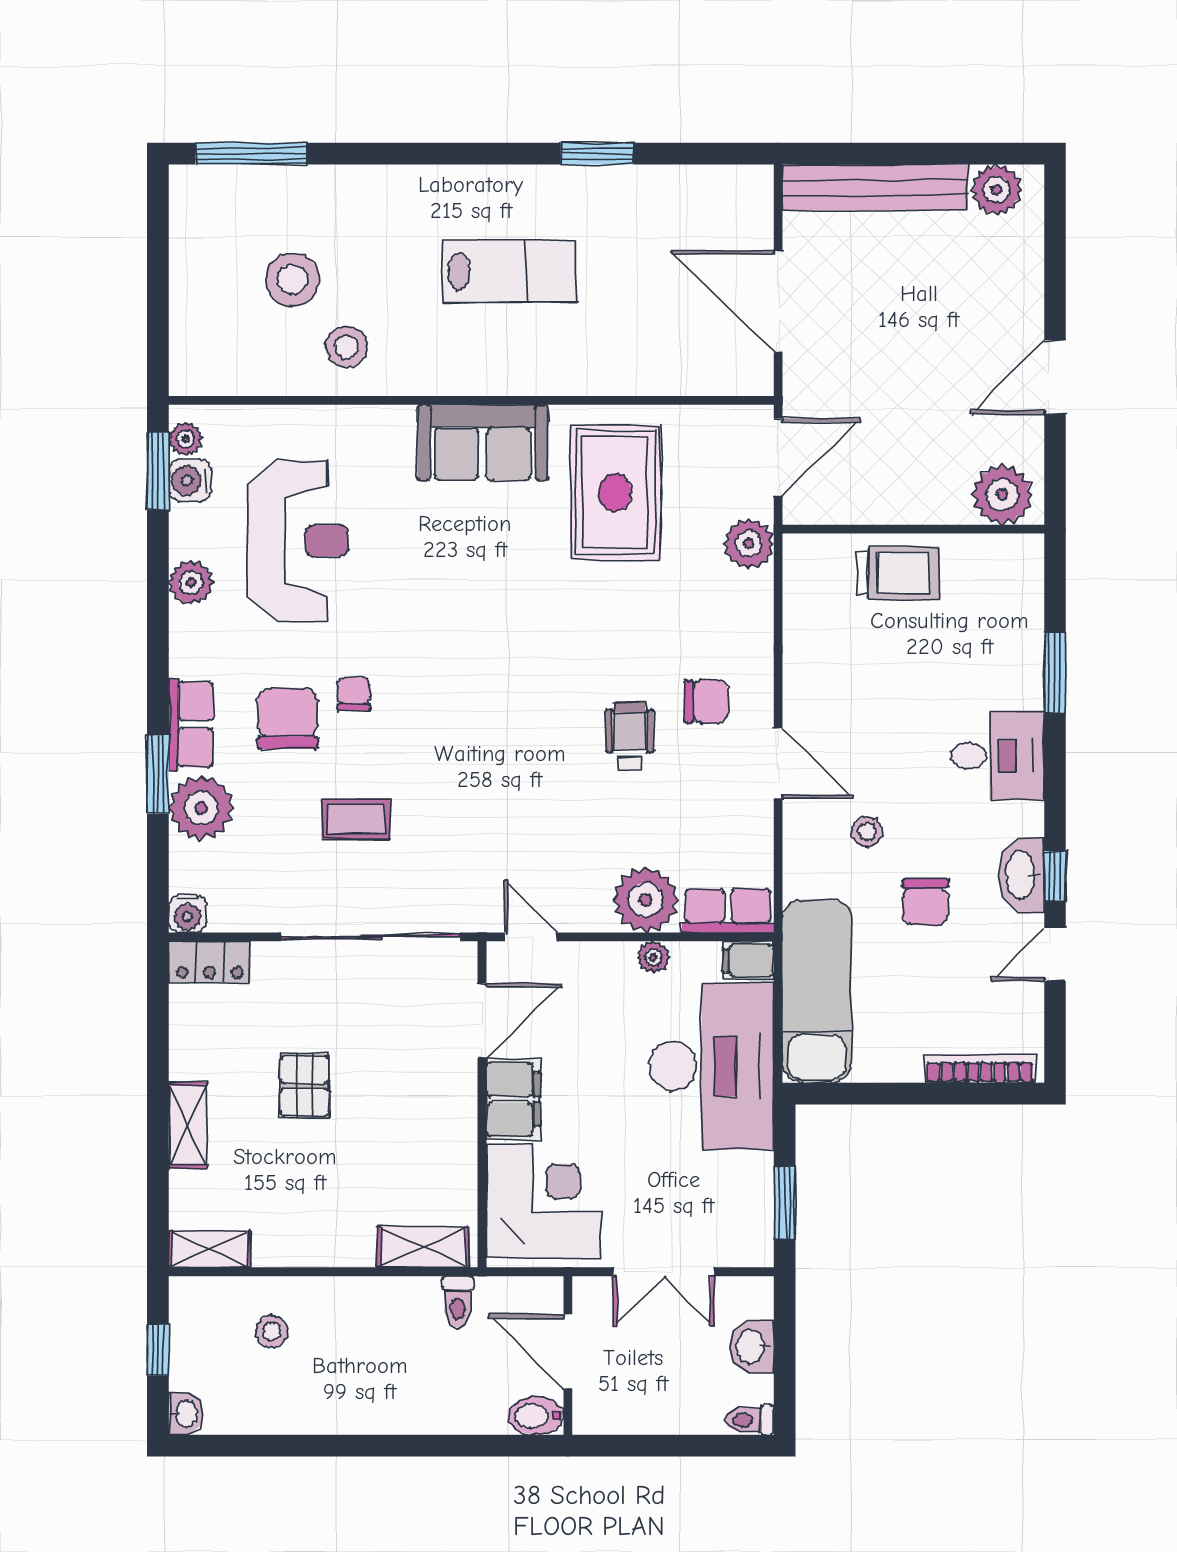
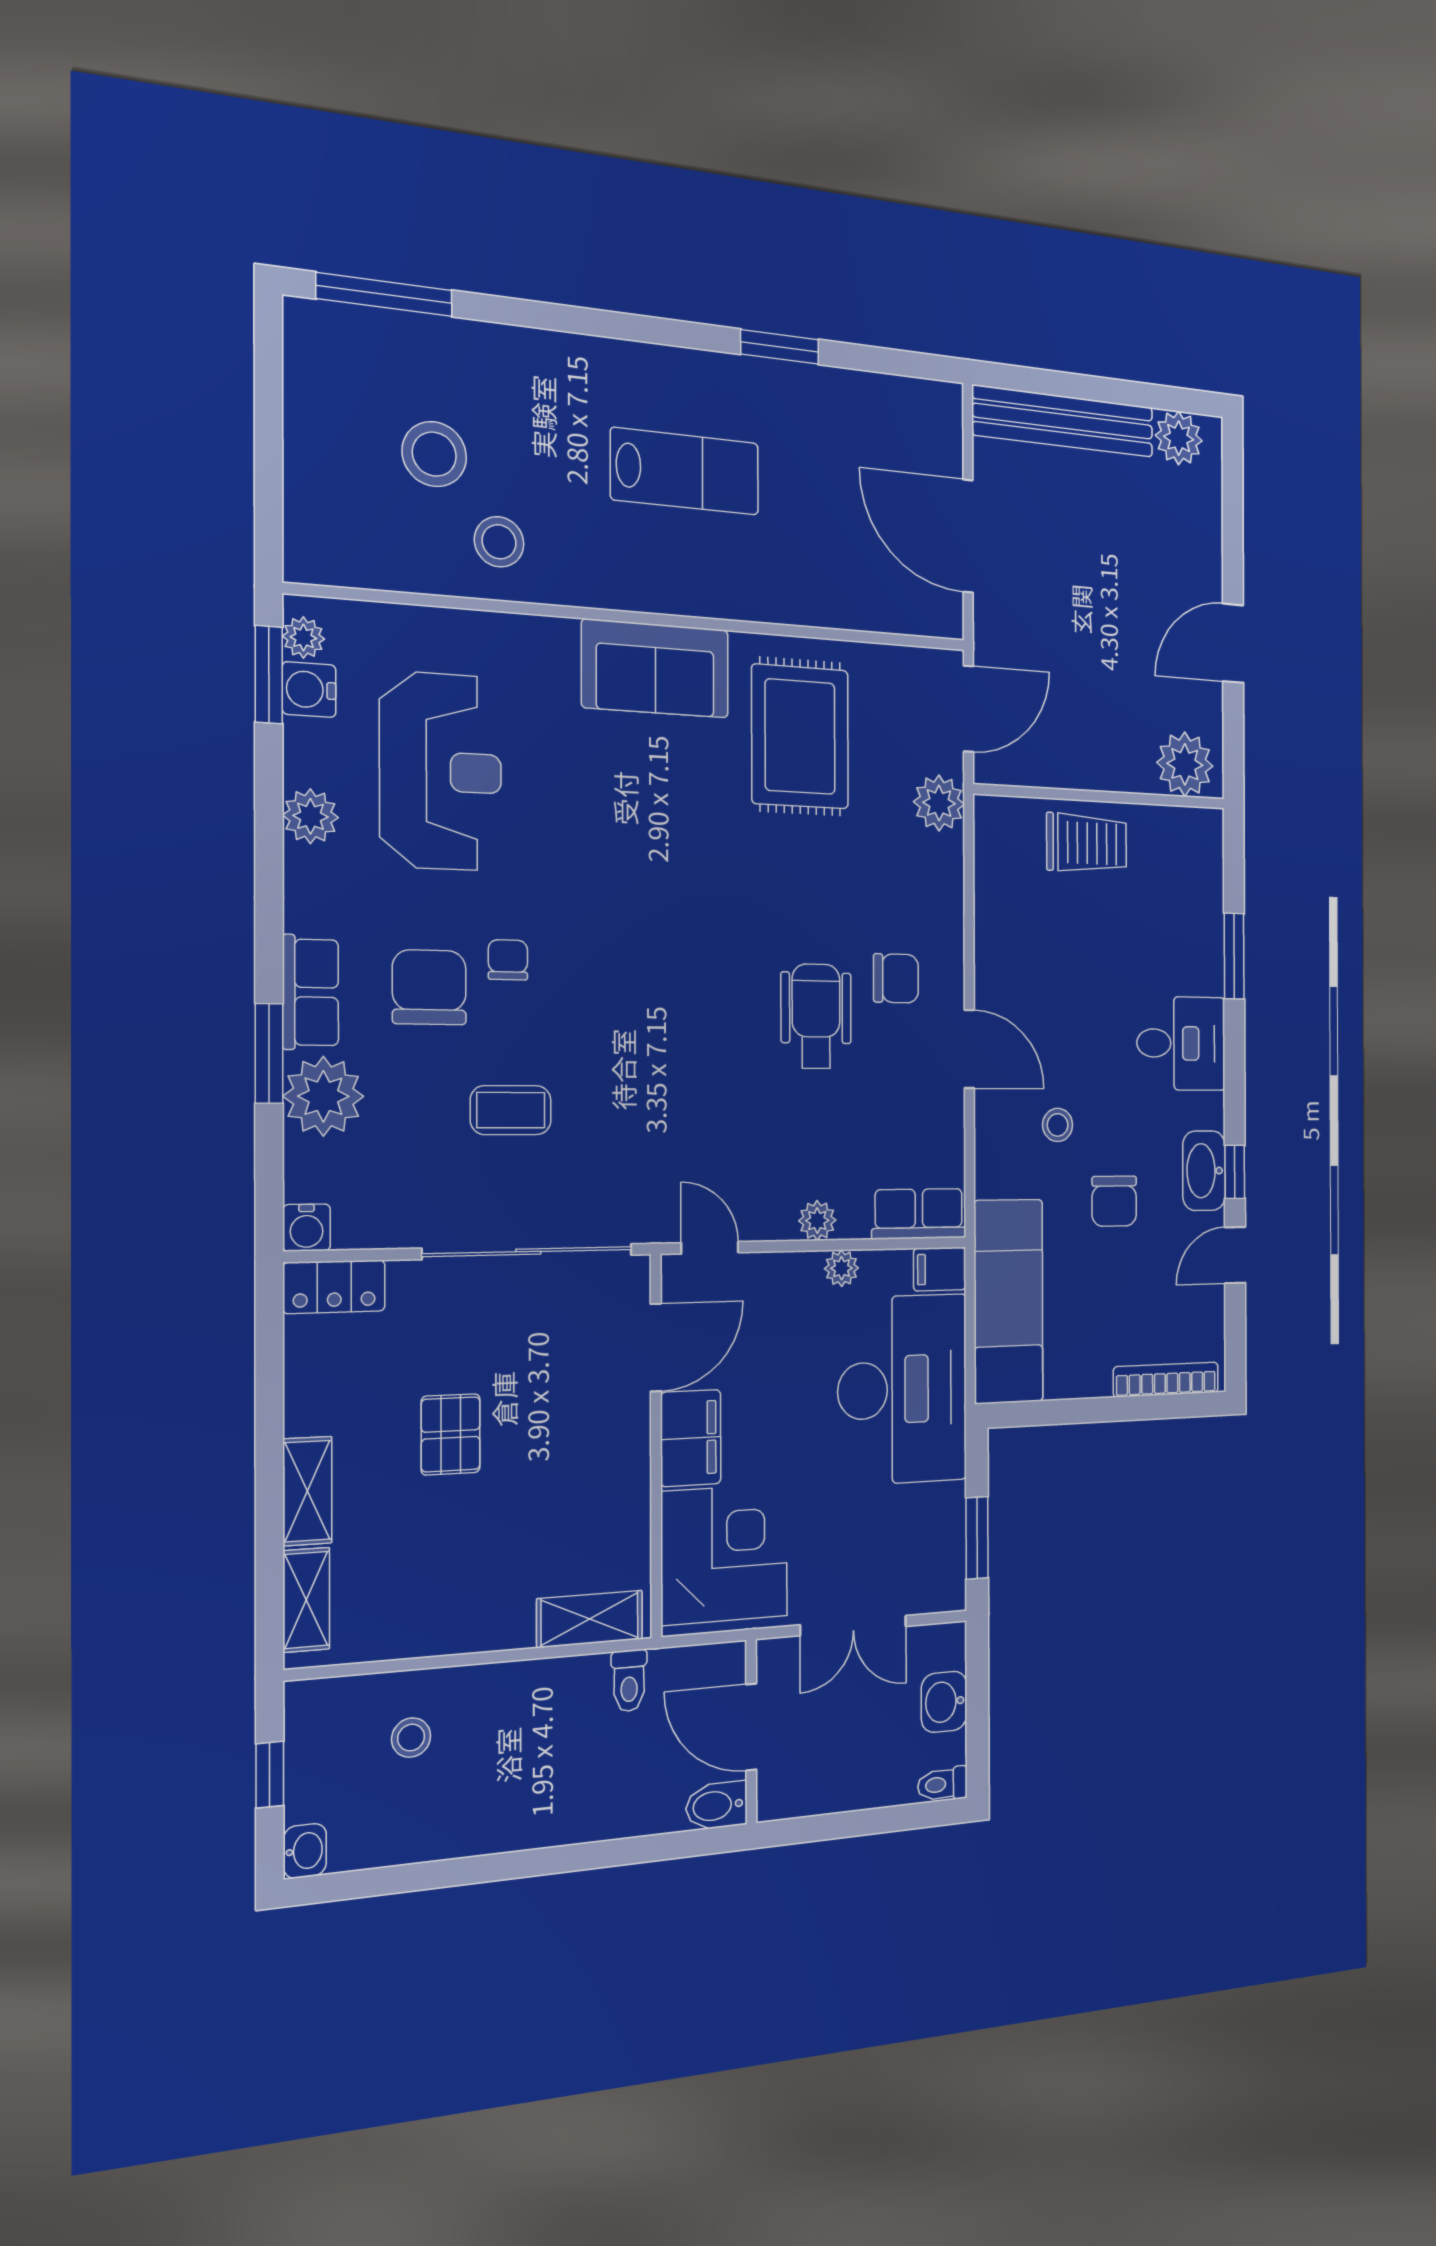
wheelchair: (630, 736) -> (816, 1016), width x1.36, depth x1.37
plant: (646, 900) -> (817, 1220), width x0.53, depth x0.53
shelving: (210, 1249) -> (306, 1600), moved, turned 90

